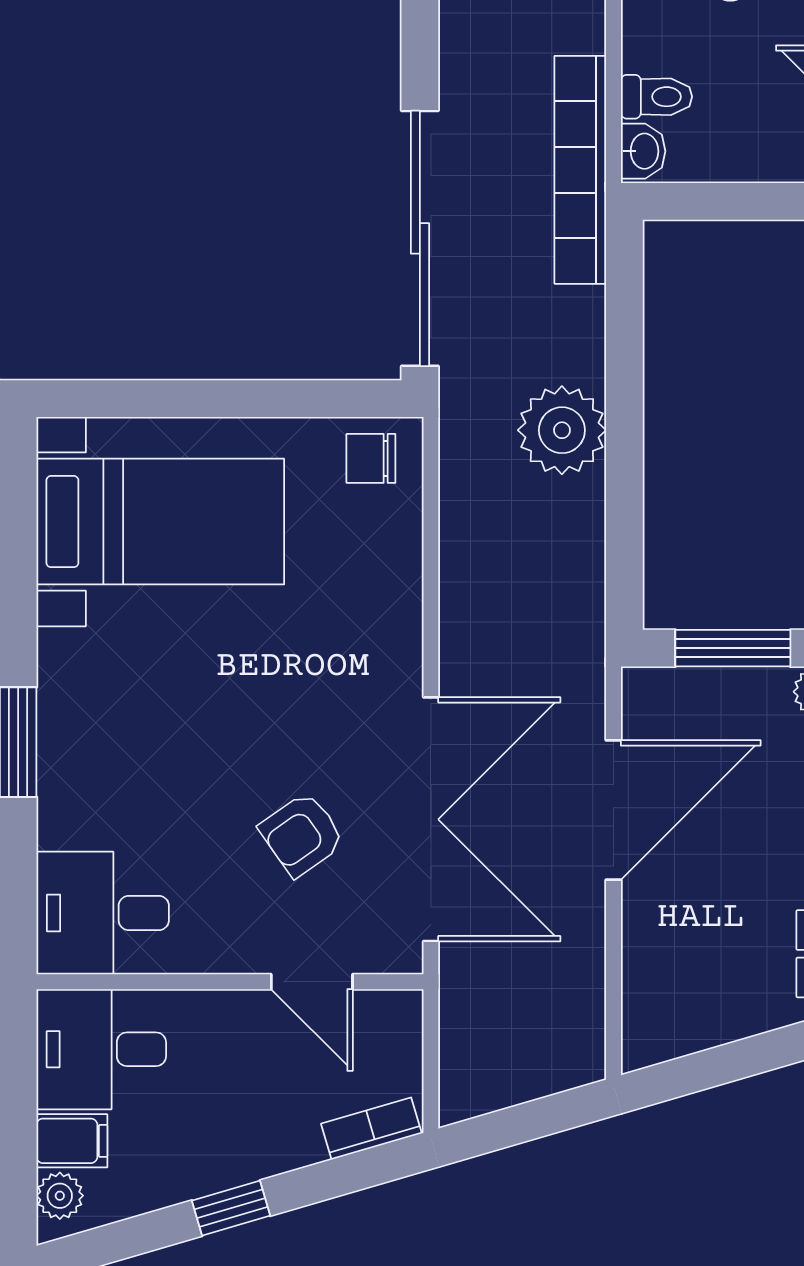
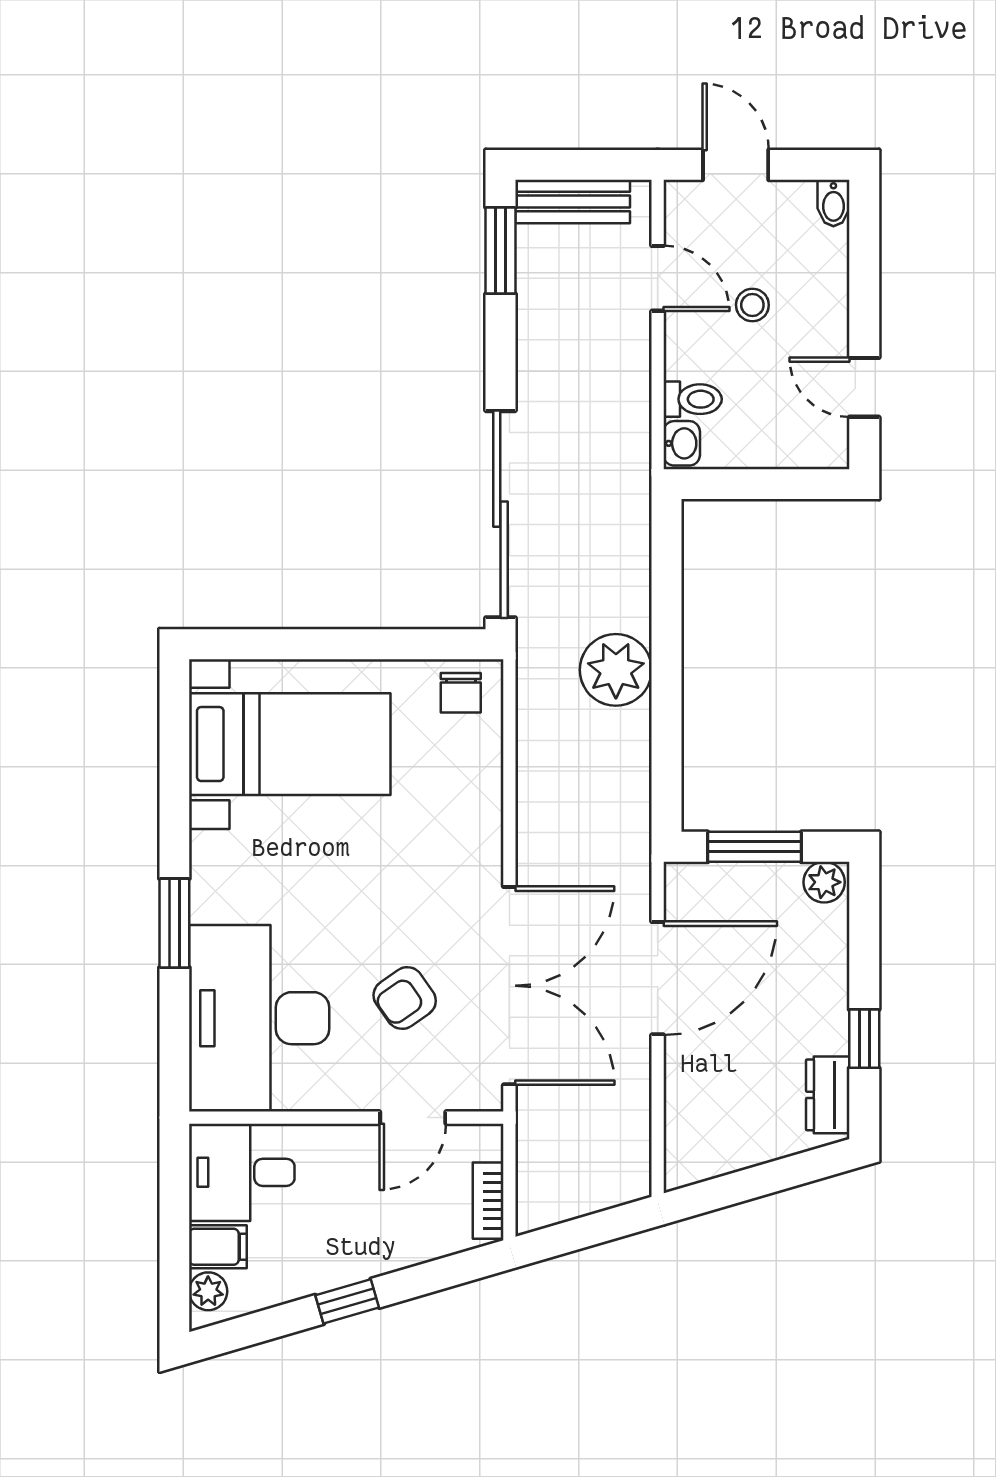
bookcase: (580, 170) -> (631, 459), removed
chair: (371, 458) -> (461, 693), turned -90
desk: (103, 913) -> (259, 1018), width x1.87, depth x1.30
door: (312, 982) -> (413, 1118), hinge flipped
bookcase: (371, 1129) -> (488, 1201), moved, turned -74

